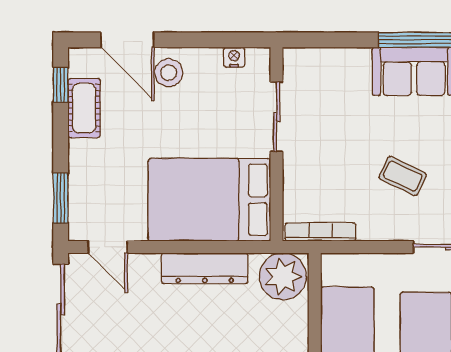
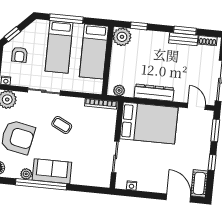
stool: (169, 73) -> (161, 181), removed
window: (61, 85) -> (212, 162), moved
cot: (84, 108) -> (199, 183), moved
plant: (283, 276) -> (119, 90), width x0.53, depth x0.53

